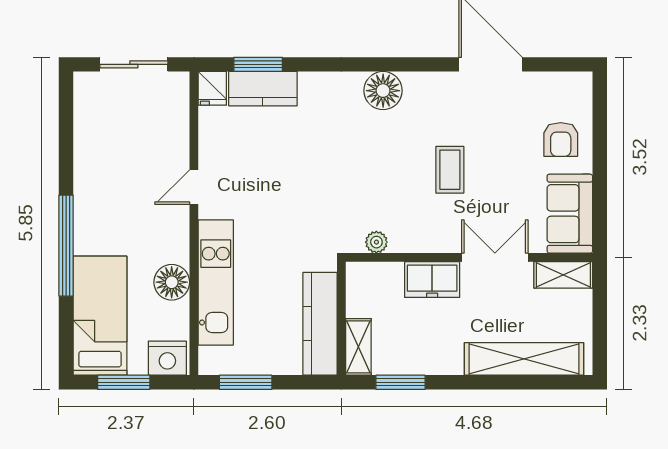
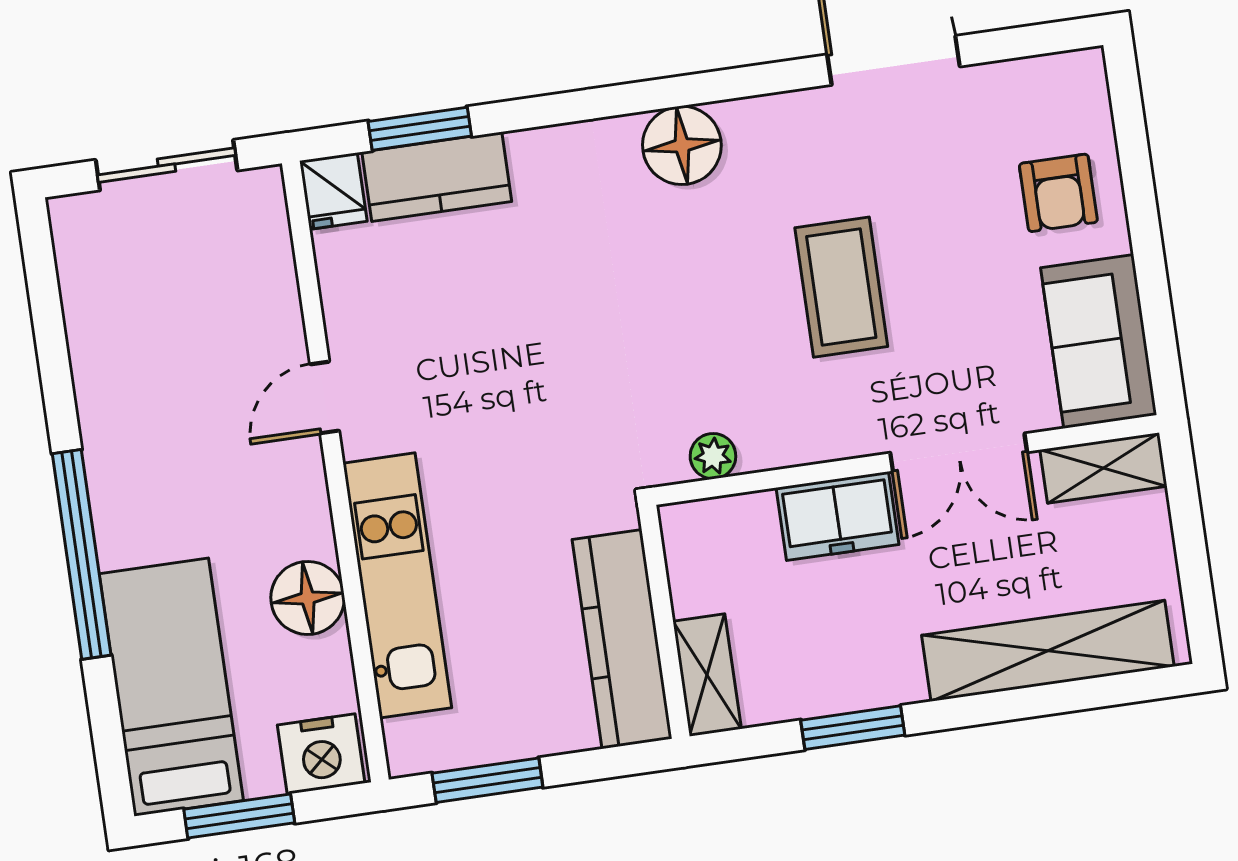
coffee table: (450, 170) -> (841, 287), width x1.36, depth x1.30
double door: (495, 257) -> (959, 453), swing flipped
window: (400, 382) -> (853, 728), moved

